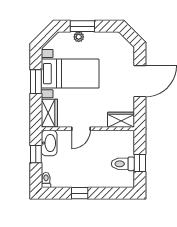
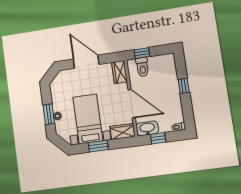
door: (81, 129) -> (132, 104), width x1.87
window: (140, 163) -> (142, 53), moved
toilet: (123, 164) -> (142, 67), moved
window: (80, 193) -> (184, 86), moved

